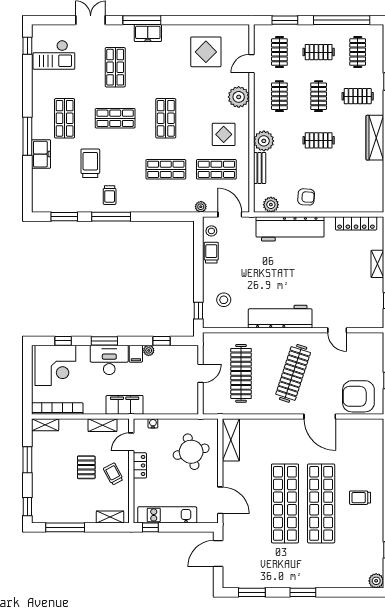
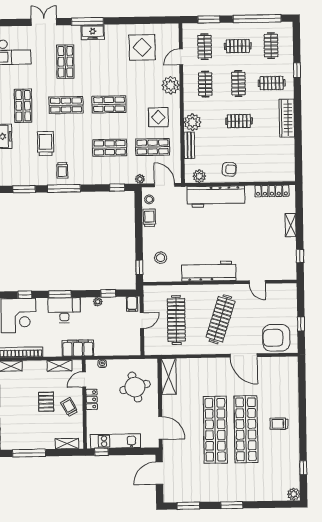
shop shelf: (166, 118) -> (109, 104), turned 90
window: (174, 217) -> (117, 188), added
filing cabinet: (136, 354) -> (132, 304), moved

